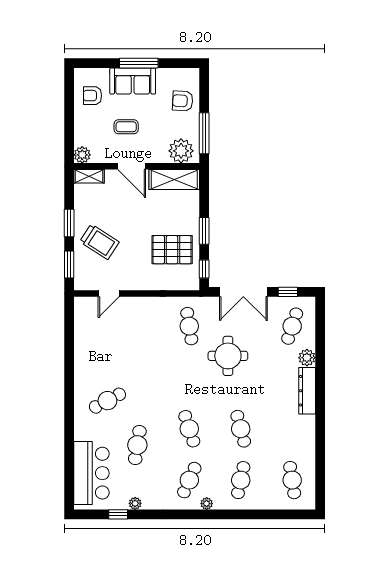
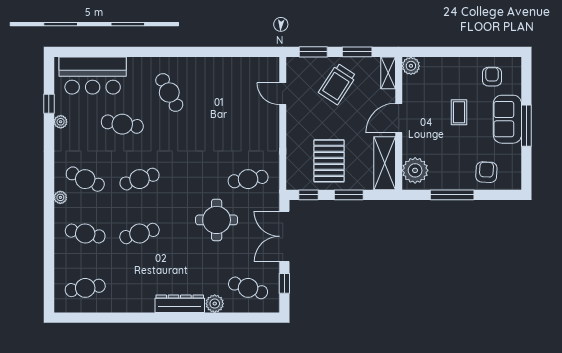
plant: (181, 151) -> (415, 170), moved
plant: (82, 155) -> (411, 66), moved
door: (132, 166) -> (399, 118), moved
wall: (137, 166) -> (399, 123), moved
shelving: (89, 176) -> (388, 73), moved
shelving: (174, 180) -> (385, 163), moved

